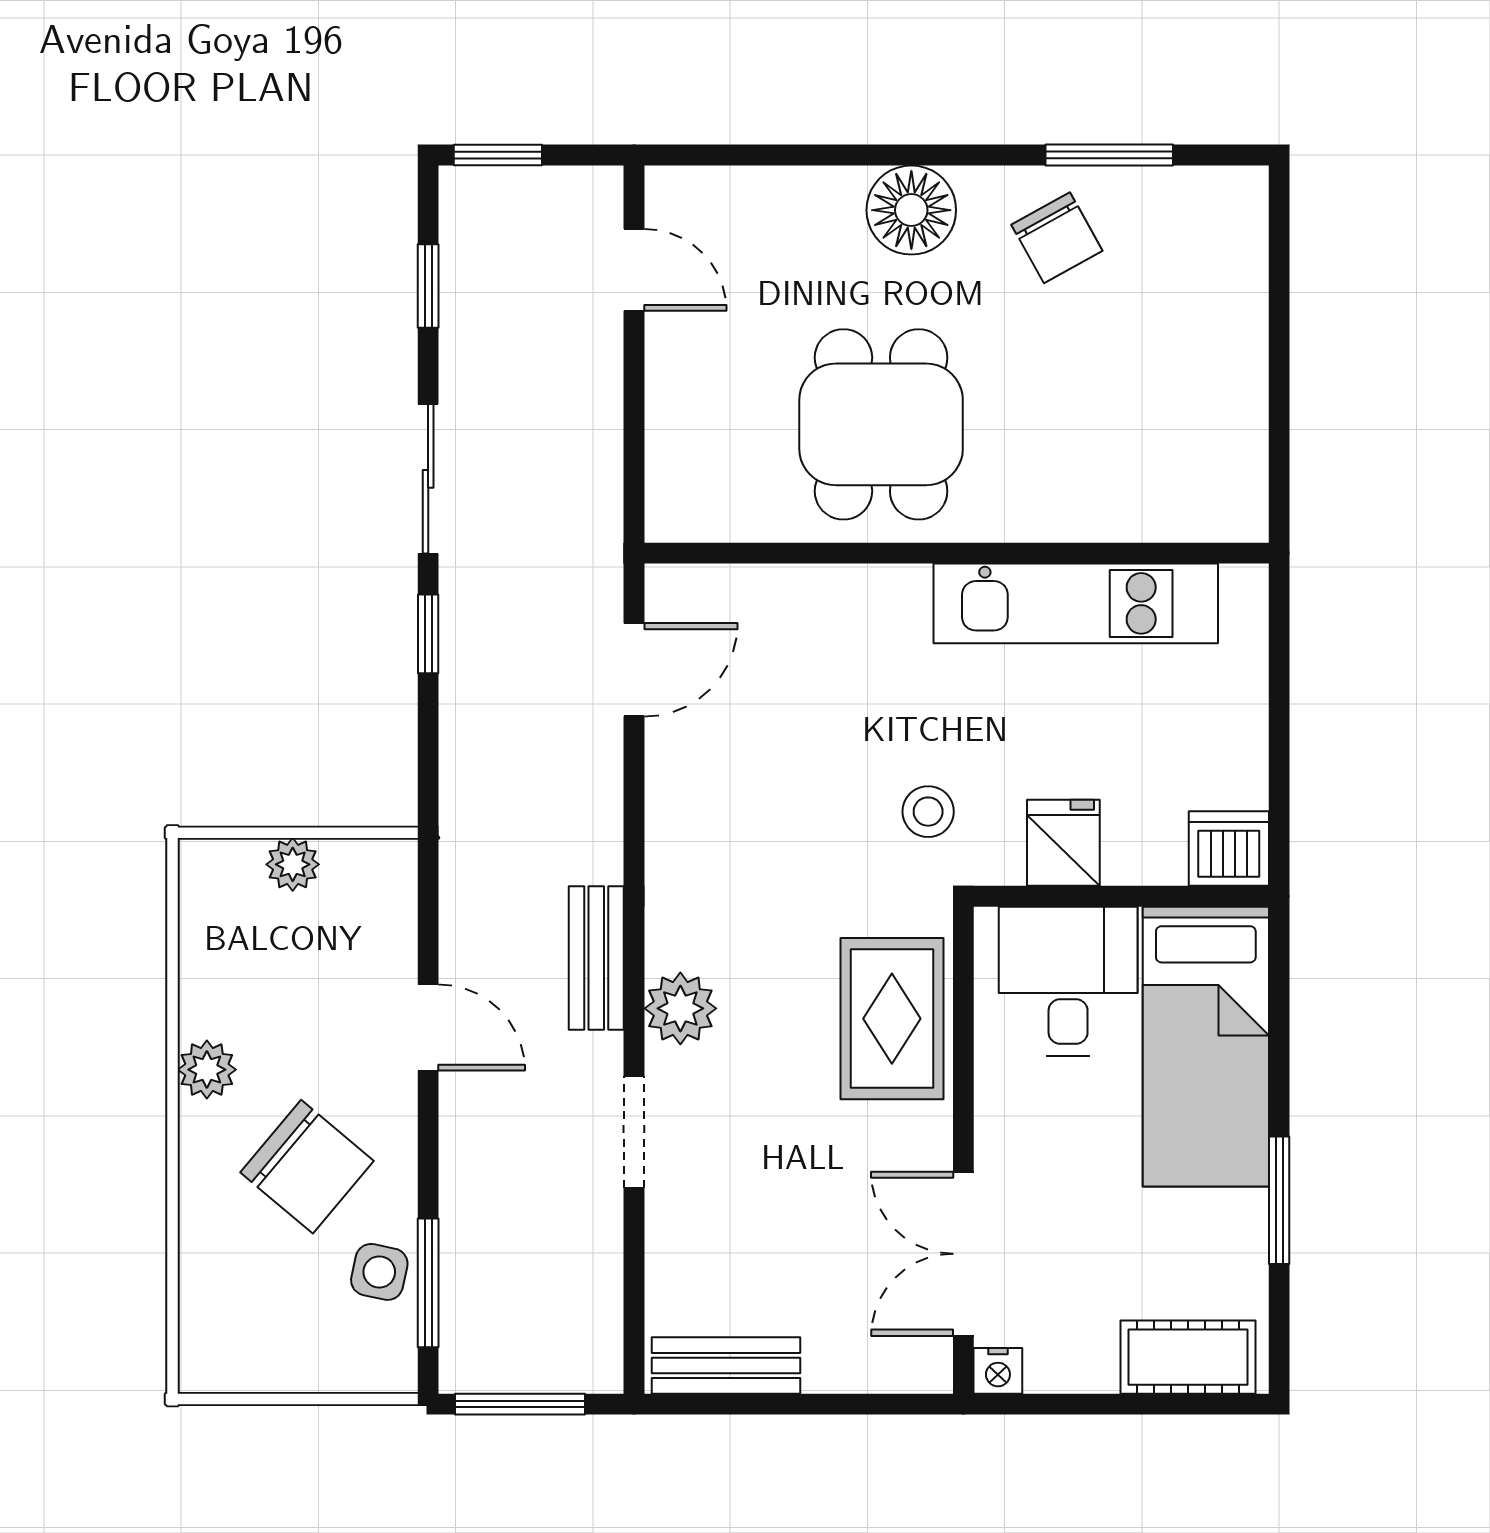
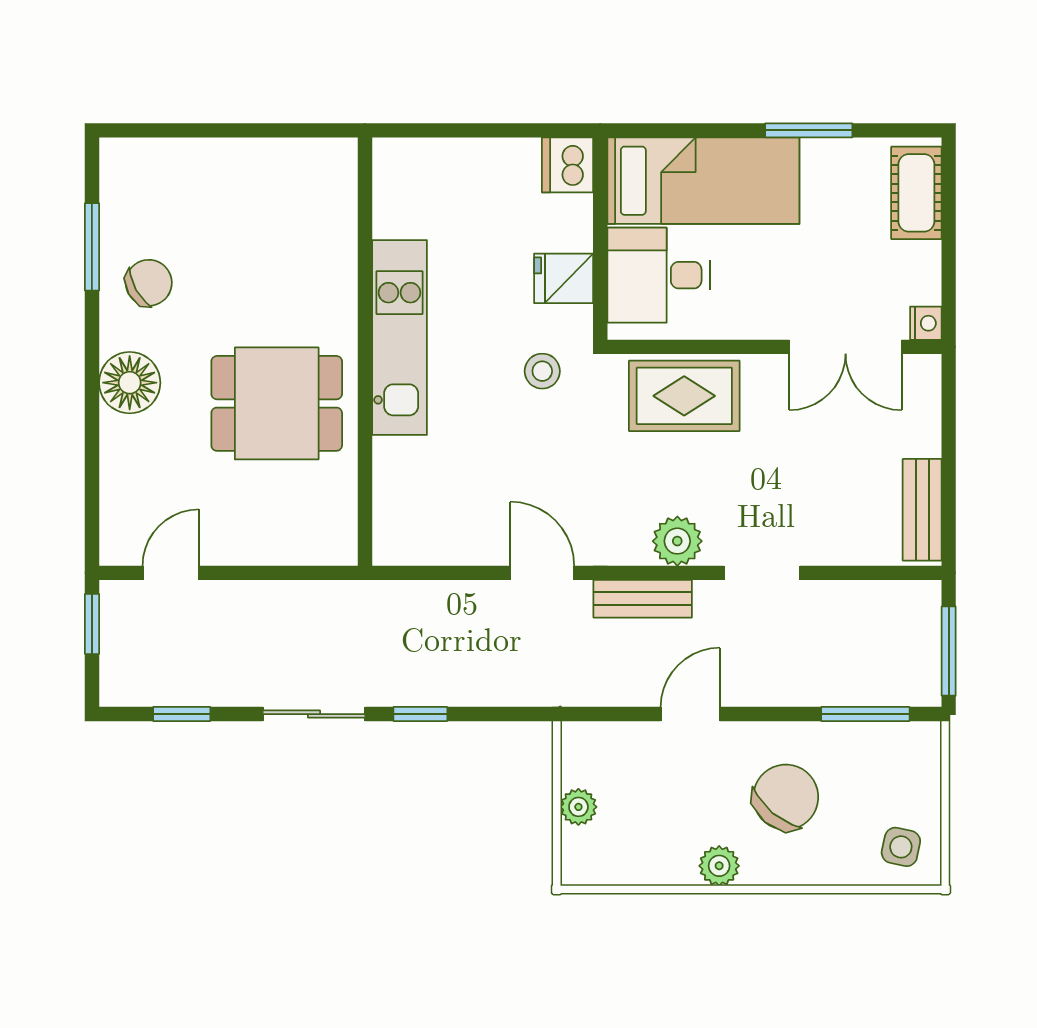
window: (498, 155) -> (92, 624), moved
kitchen unit: (1076, 603) -> (399, 337), moved
door: (634, 670) -> (542, 573), moved
side table: (379, 1272) -> (901, 847), moved

